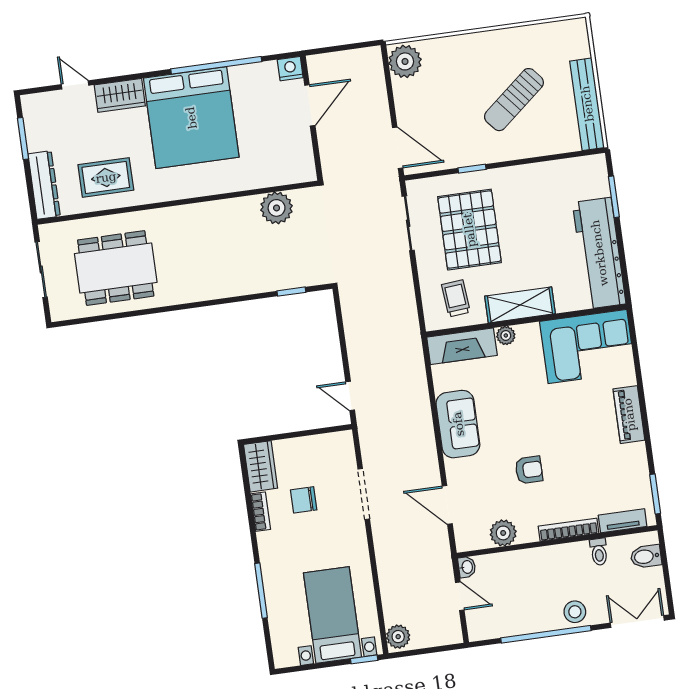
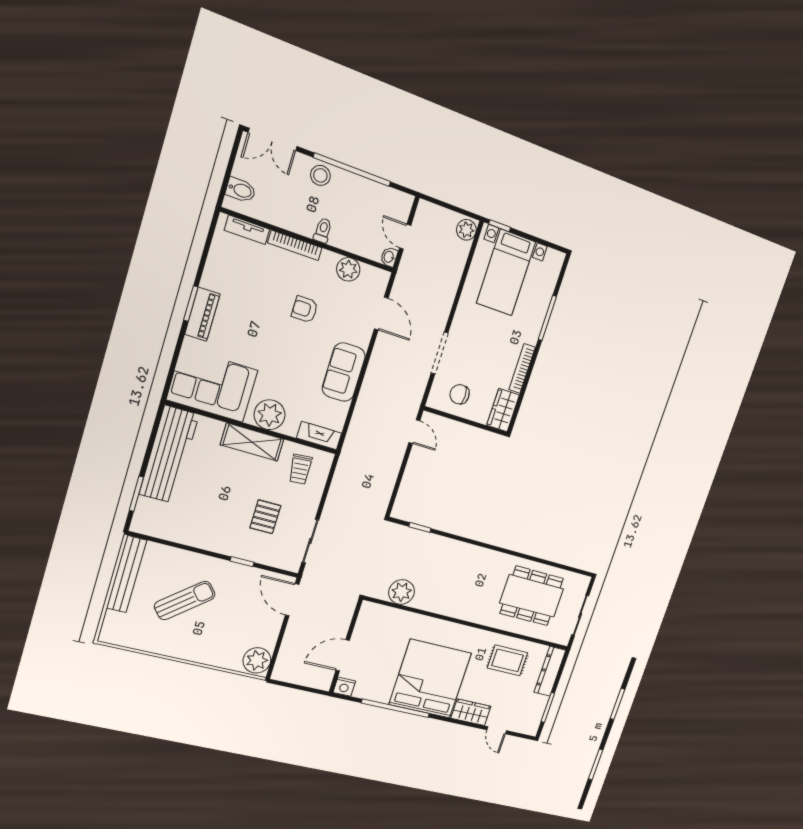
pallet: (469, 230) -> (265, 517), width x0.49, depth x0.50
plant: (506, 335) -> (270, 415), width x1.87, depth x1.87
fireplace: (462, 346) -> (319, 436), width x0.73, depth x0.76
window: (655, 494) -> (191, 304), moved
chair: (304, 500) -> (460, 394), moved, turned 180
bookcase: (260, 512) -> (522, 368), width x1.56
toilet: (599, 552) -> (323, 230), moved

